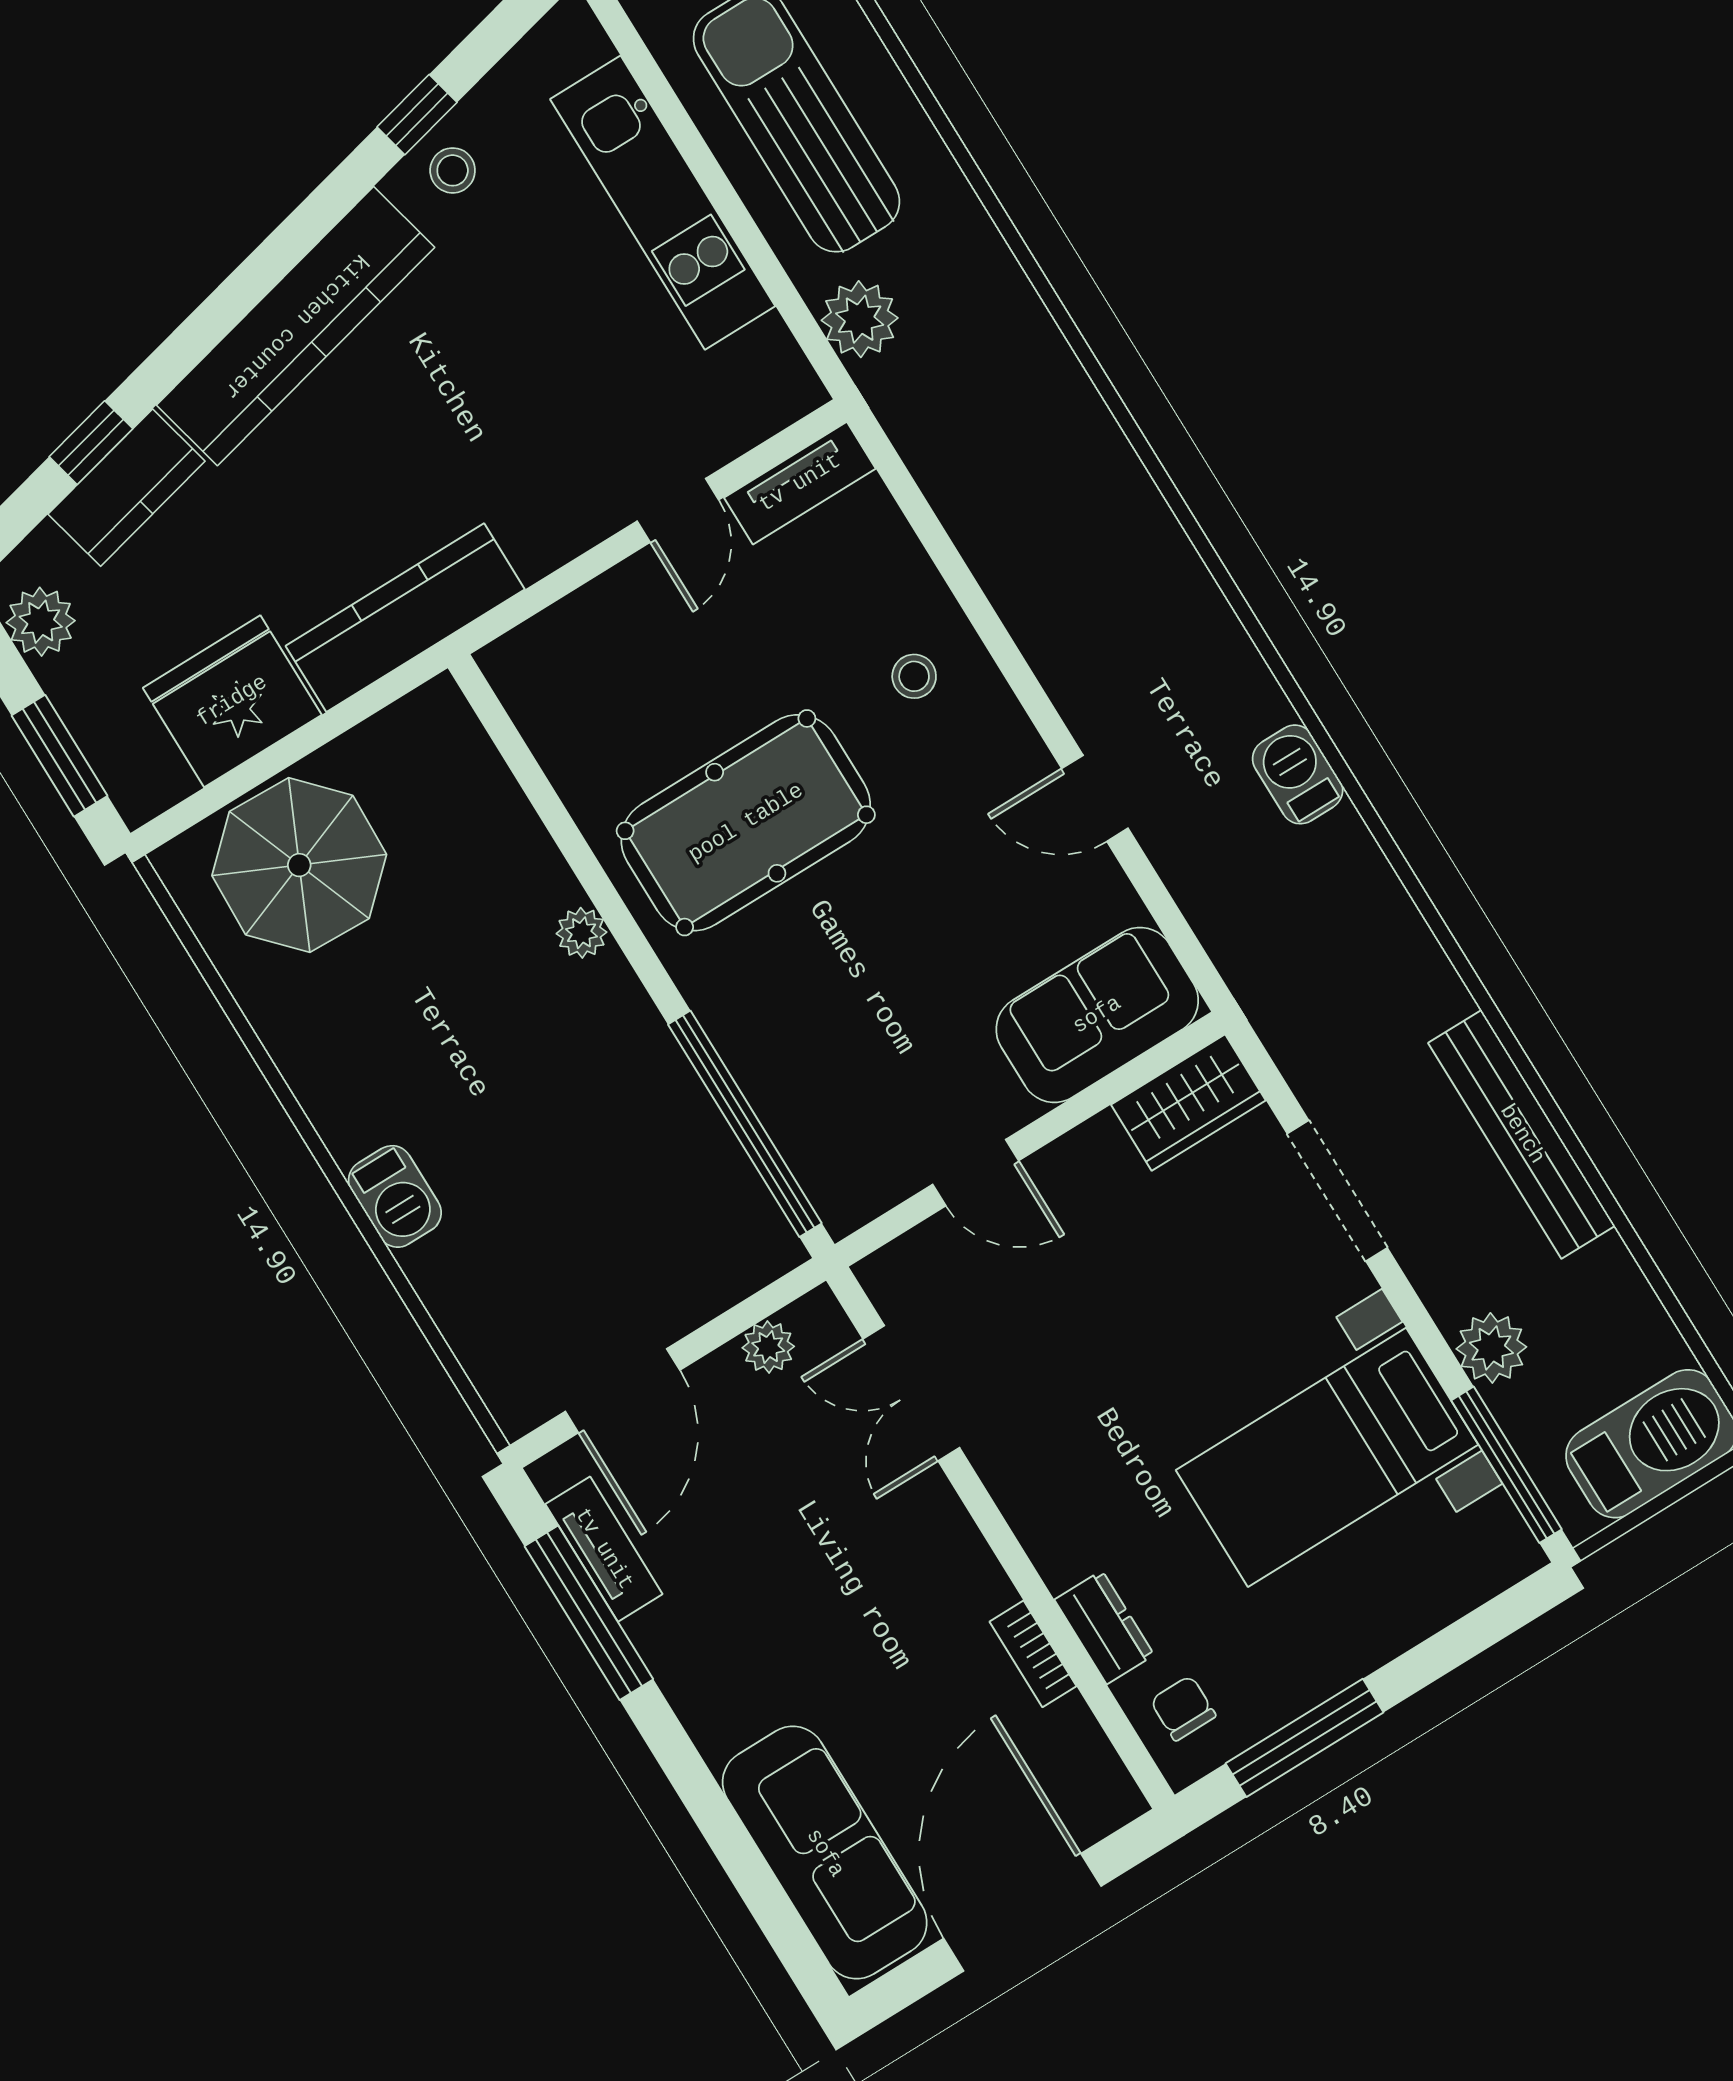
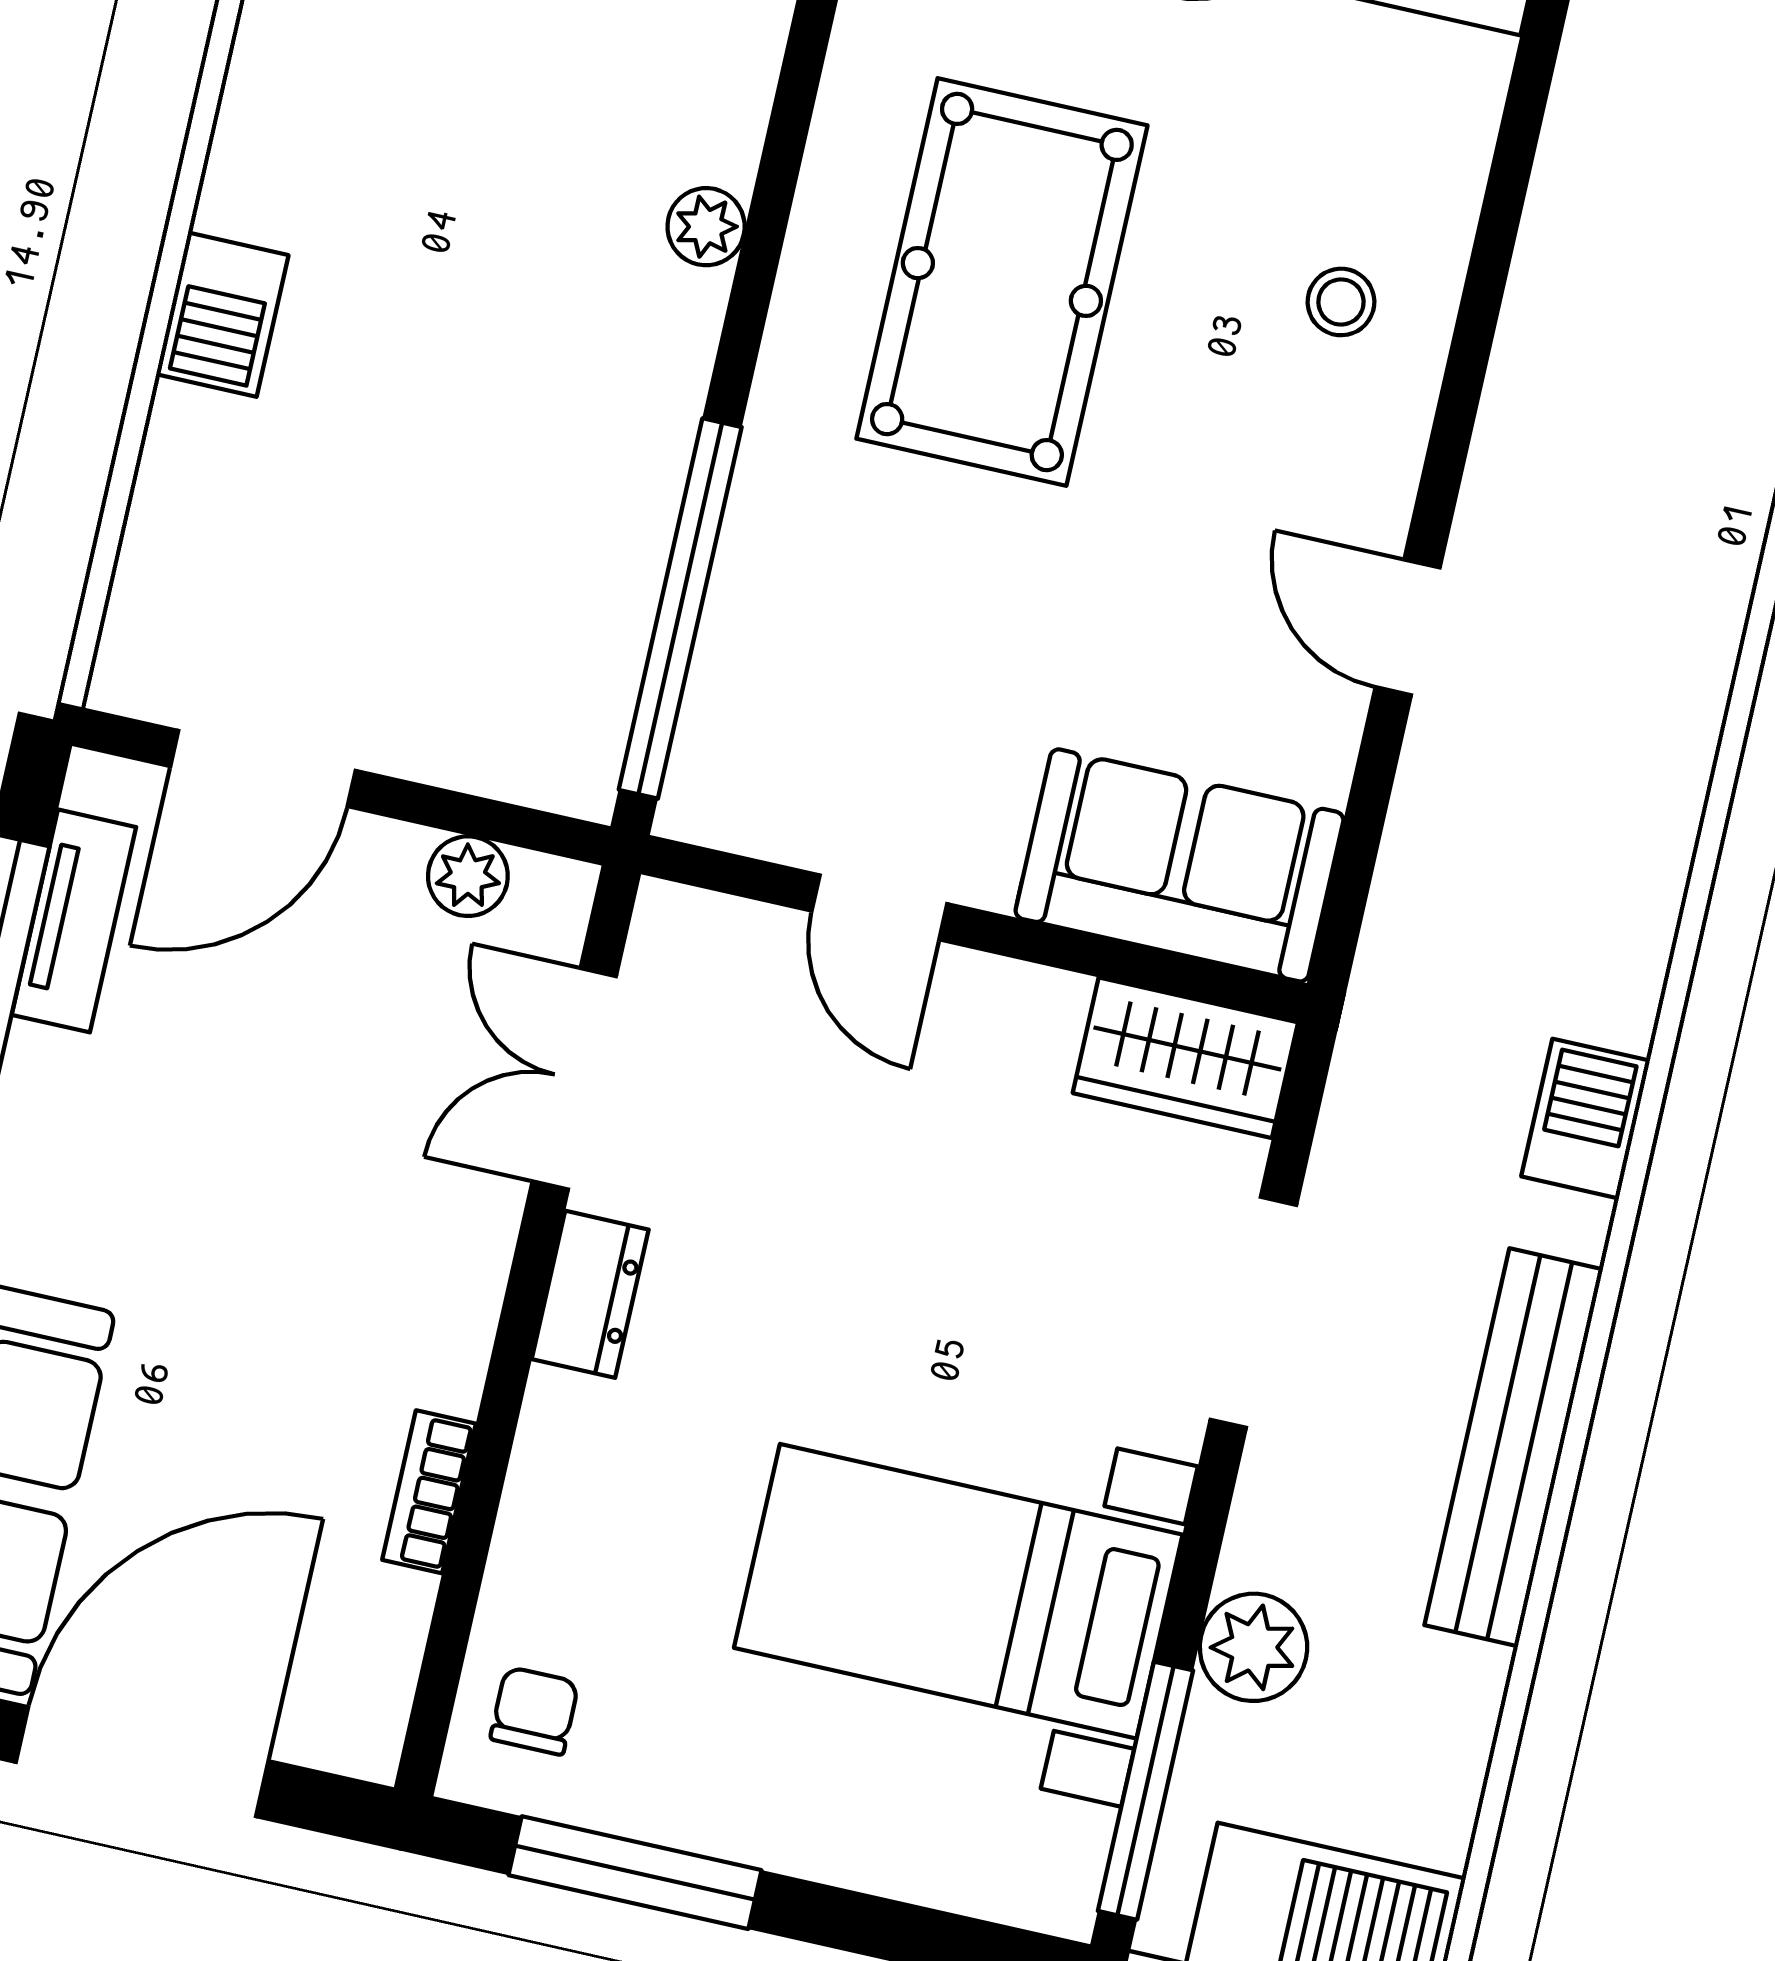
barbecue: (1298, 774) -> (1586, 1119), moved
pool table: (746, 823) -> (1002, 282), turned 90
dresser: (1104, 1627) -> (590, 1294), moved

